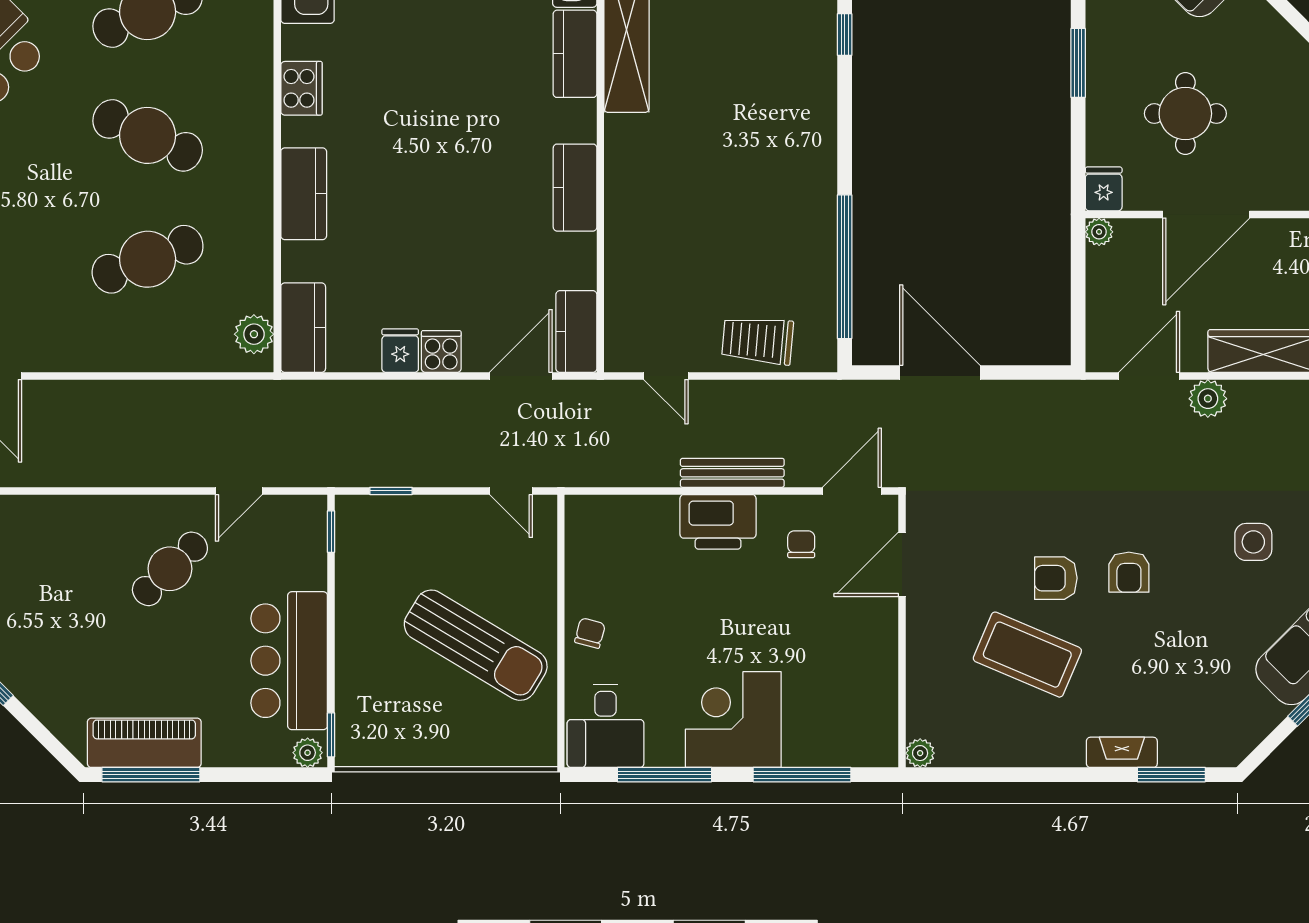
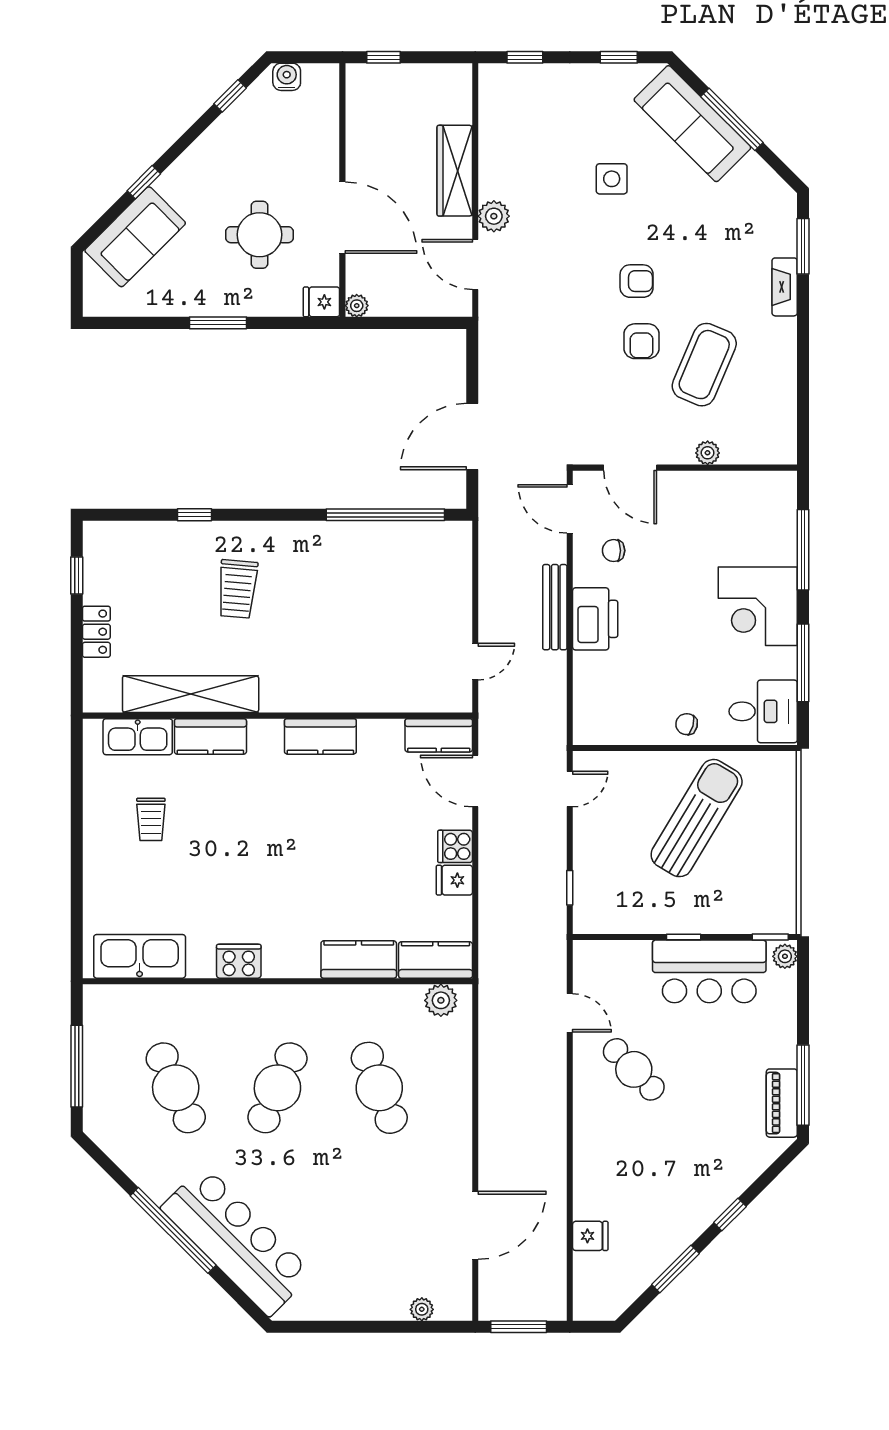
kitchen counter: (304, 194) -> (359, 959), moved
trolley: (758, 340) -> (237, 589), moved
window: (331, 532) -> (684, 937), moved
piano: (144, 743) -> (782, 1103), width x0.73, depth x0.75
plant: (920, 753) -> (708, 453), moved

